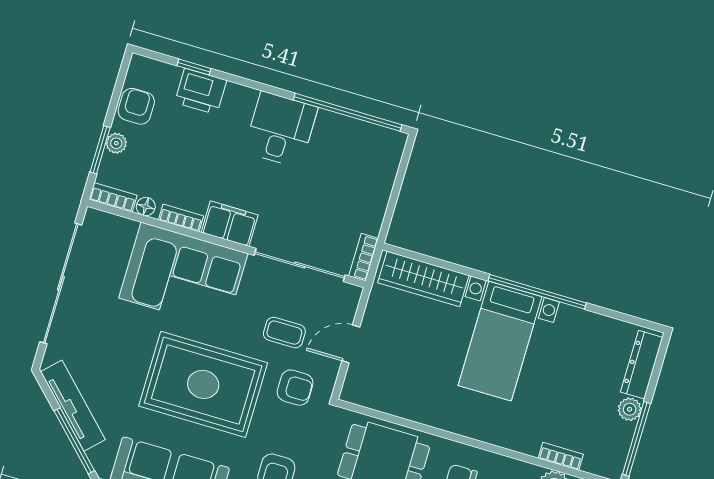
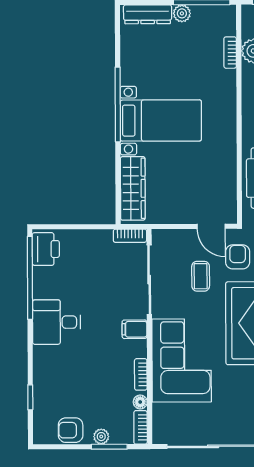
printer: (201, 91) -> (46, 249), moved
filing cabinet: (230, 224) -> (135, 329), width x0.50
door: (351, 344) -> (211, 226), moved

